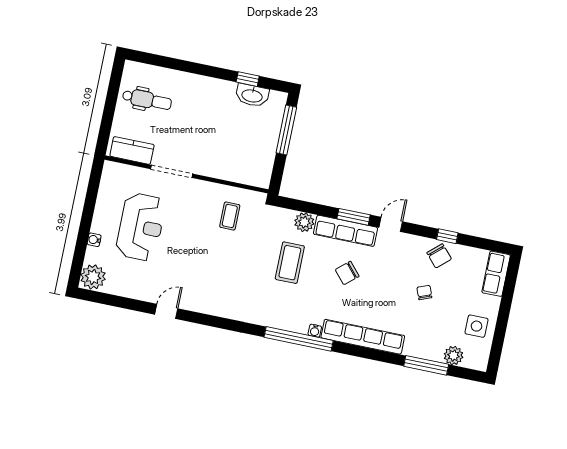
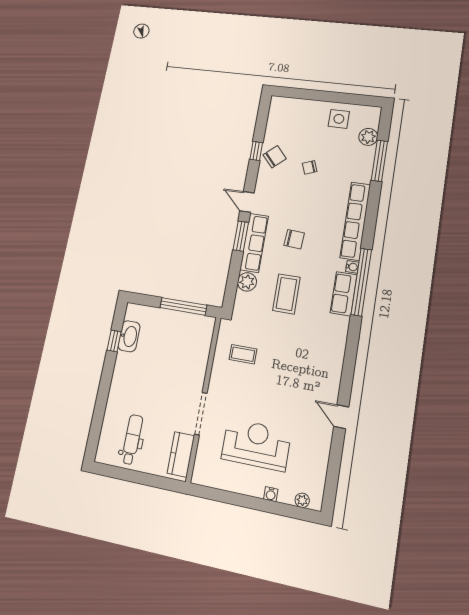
window: (286, 130) -> (183, 306), moved
coffee table: (290, 263) -> (286, 294), turned 90
chair: (347, 273) -> (294, 239), turned -45
row of seats: (496, 274) -> (344, 294), moved, turned 90
plant: (93, 277) -> (302, 500), width x0.53, depth x0.53

